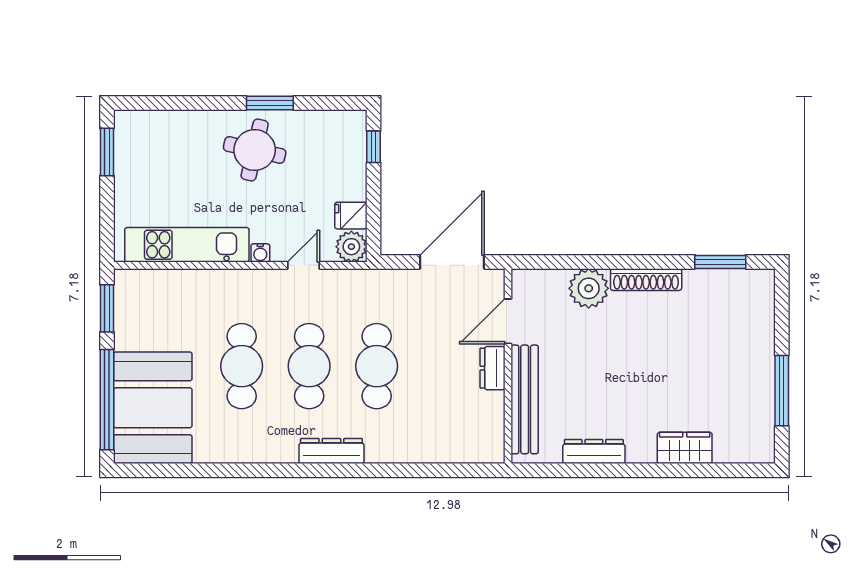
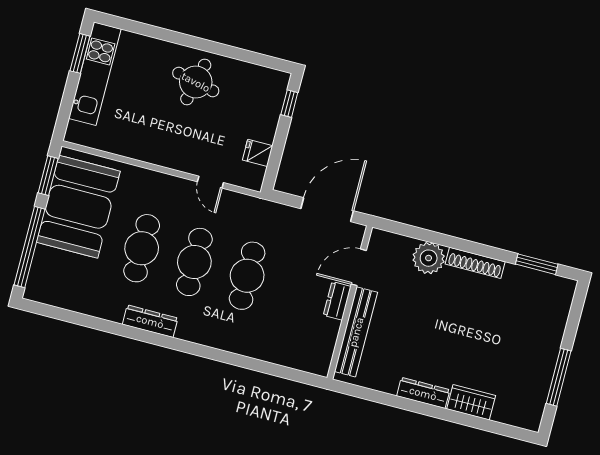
window: (270, 103) -> (217, 48), removed
kitchen unit: (187, 245) -> (95, 74), moved, turned 90
plant: (351, 247) -> (252, 177), removed
water cooler: (260, 253) -> (179, 164), removed
door: (303, 265) -> (210, 182), swing flipped
booth: (153, 408) -> (78, 207), moved
dresser: (331, 451) -> (150, 321), moved
dresser: (594, 452) -> (423, 393), moved

